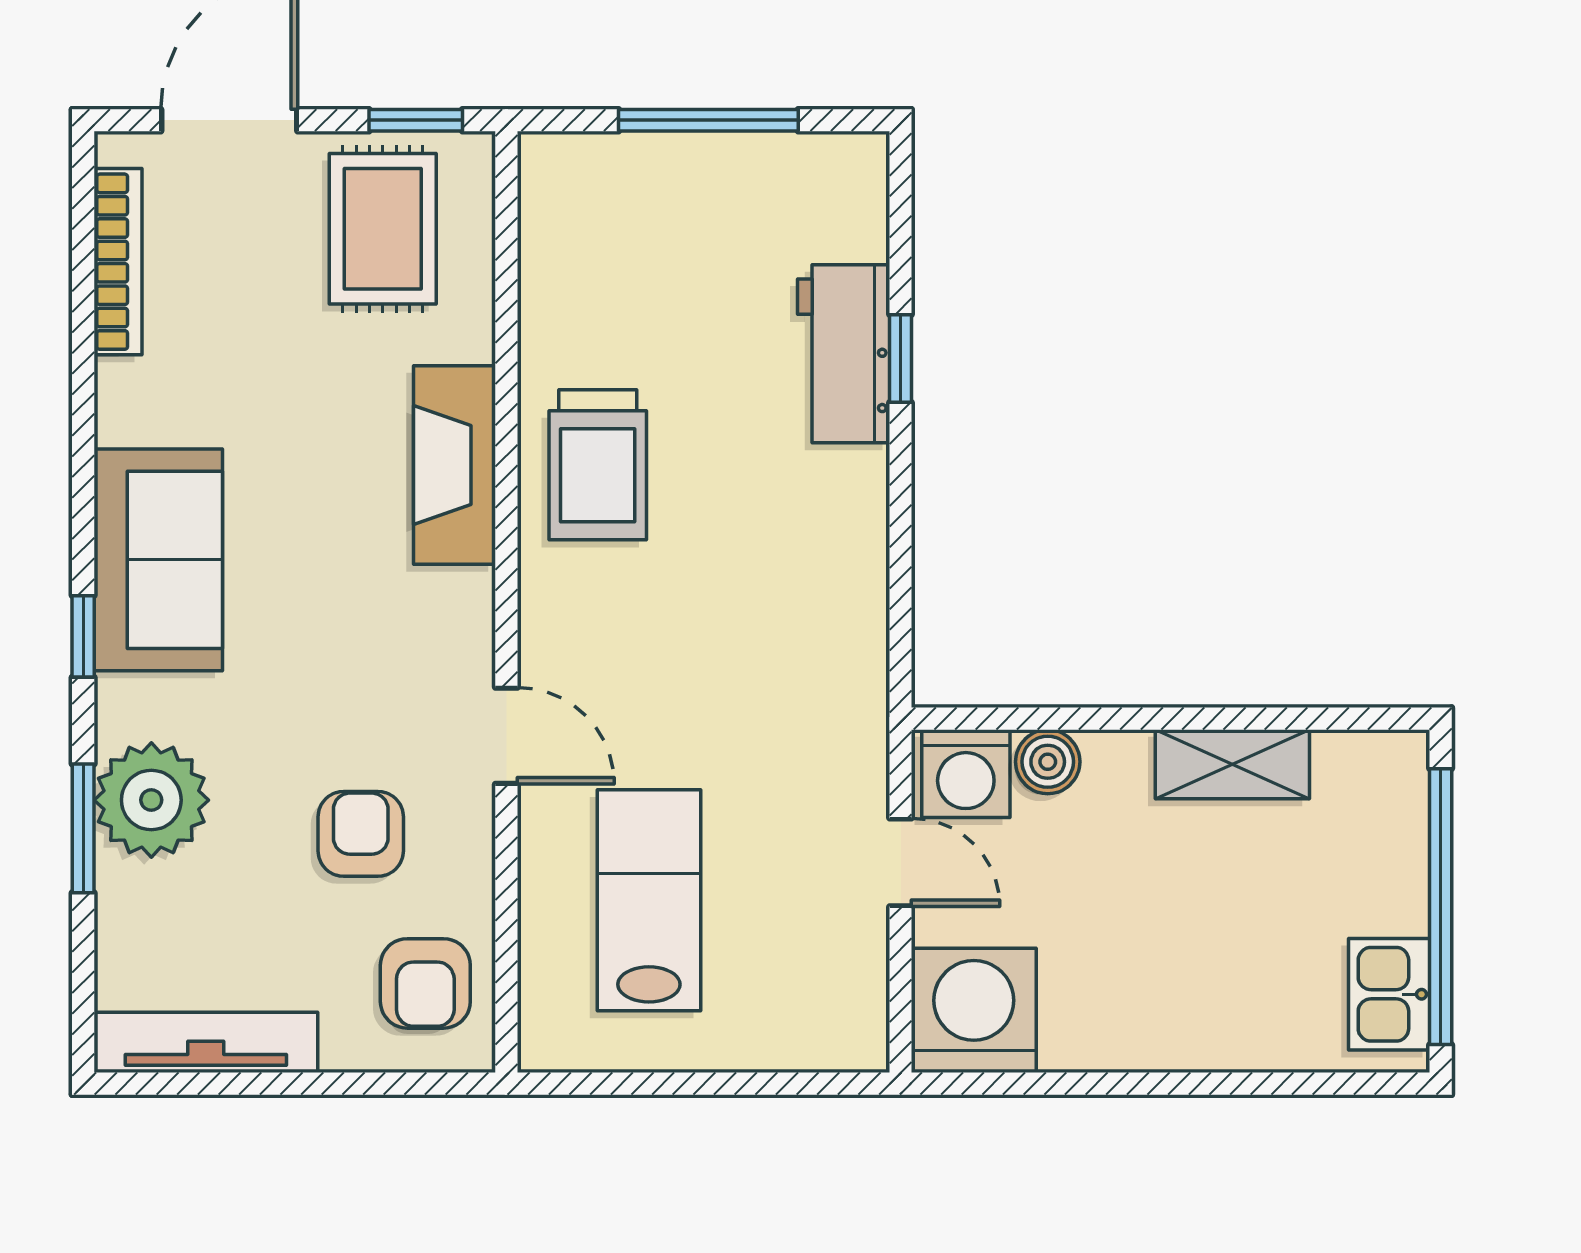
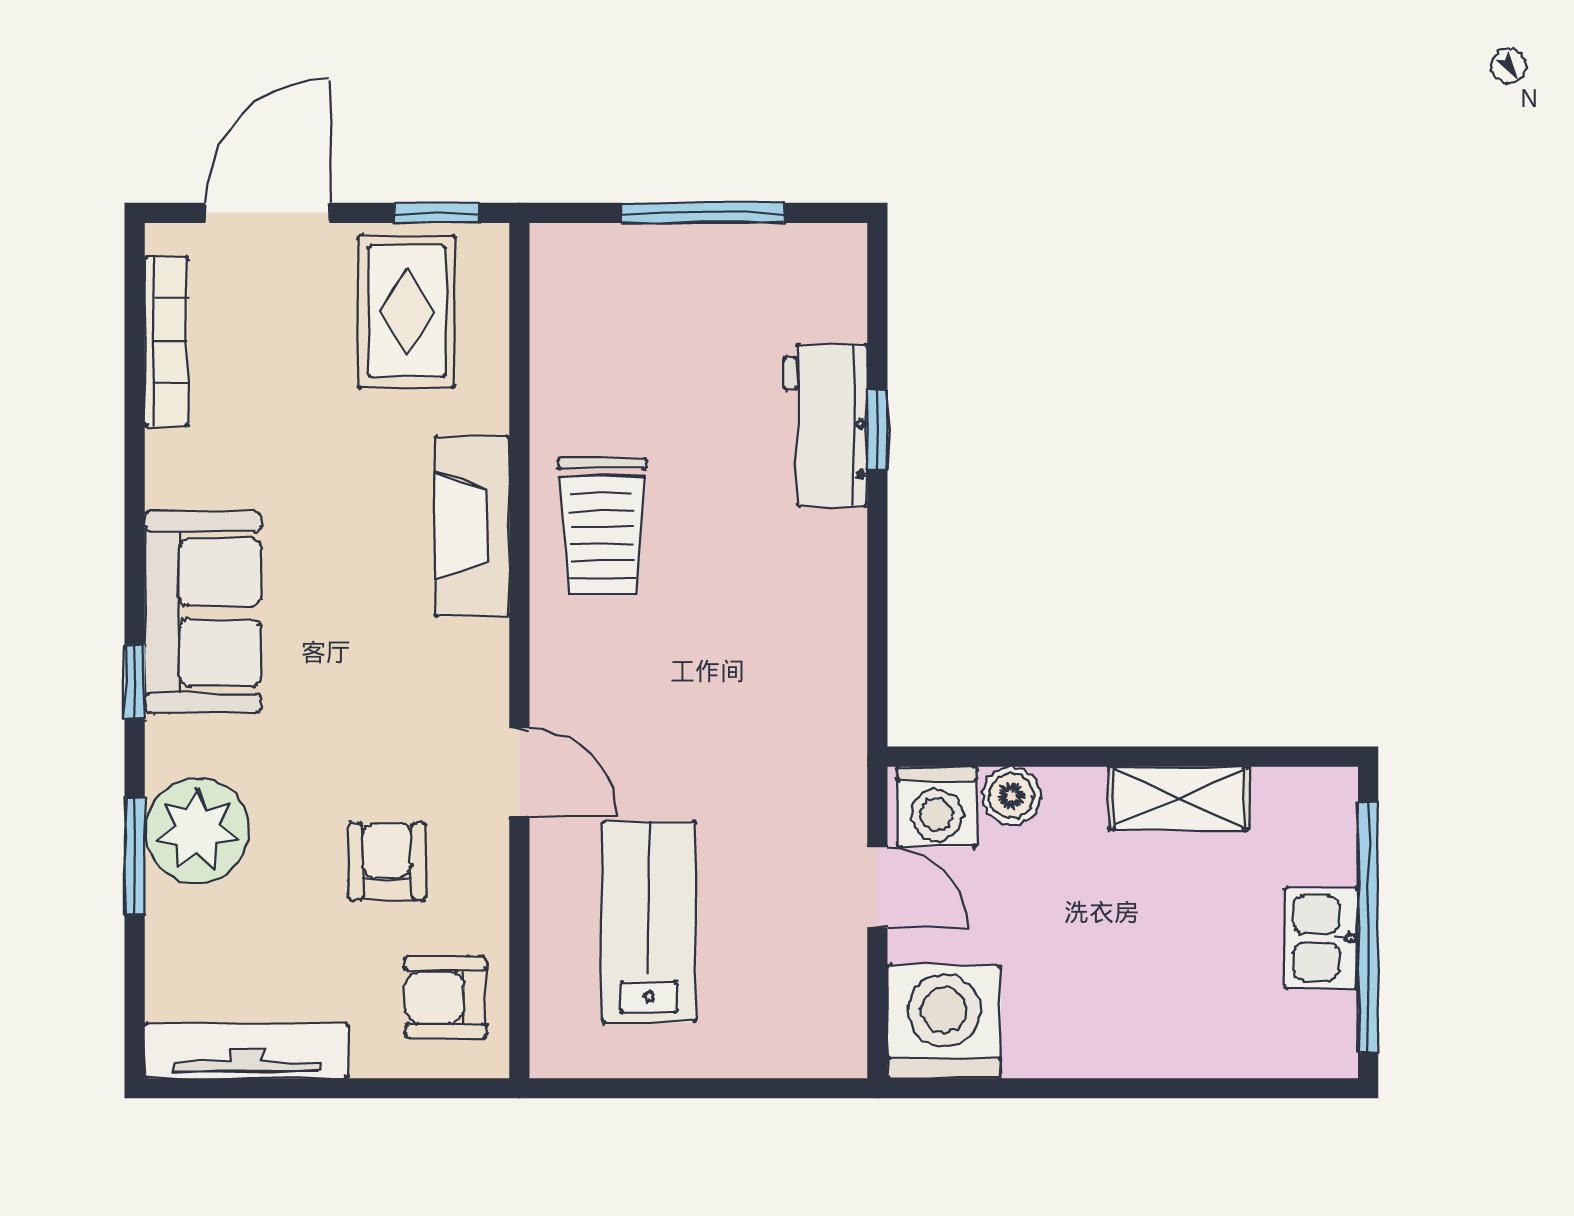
armchair: (425, 983) -> (446, 997), turned 90
kitchen sink: (1389, 994) -> (1321, 938), moved

